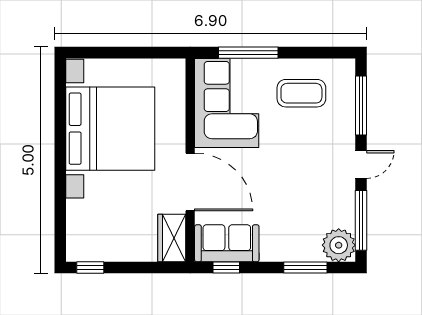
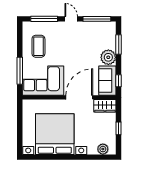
plant: (78, 233) -> (103, 149), added
plant: (339, 245) -> (108, 57), moved
window: (90, 267) -> (119, 128), moved

